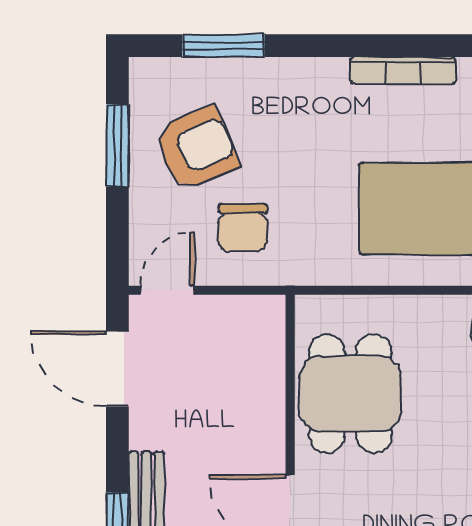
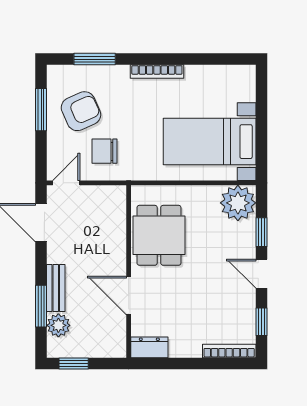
bookcase: (403, 70) -> (157, 72), moved
chair: (243, 228) -> (105, 151), turned 90

